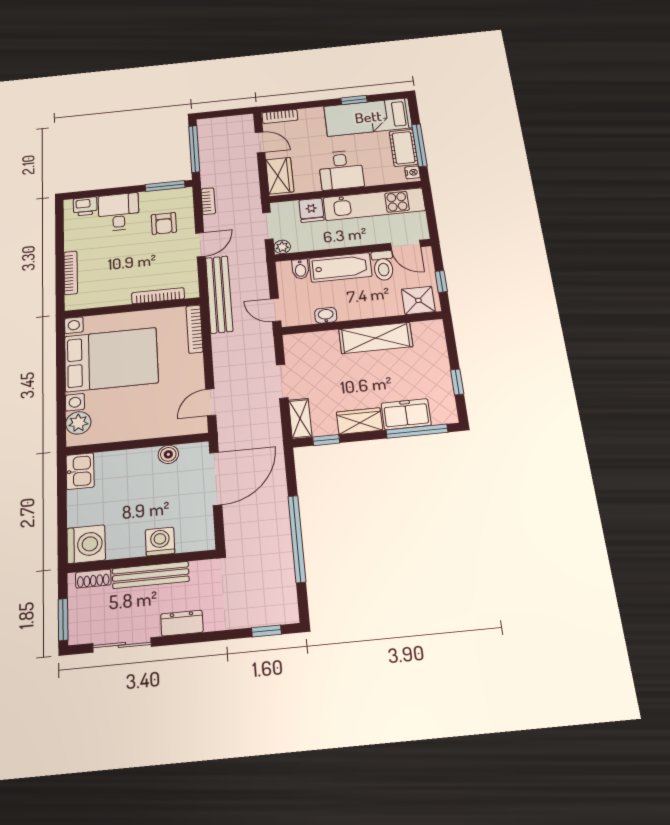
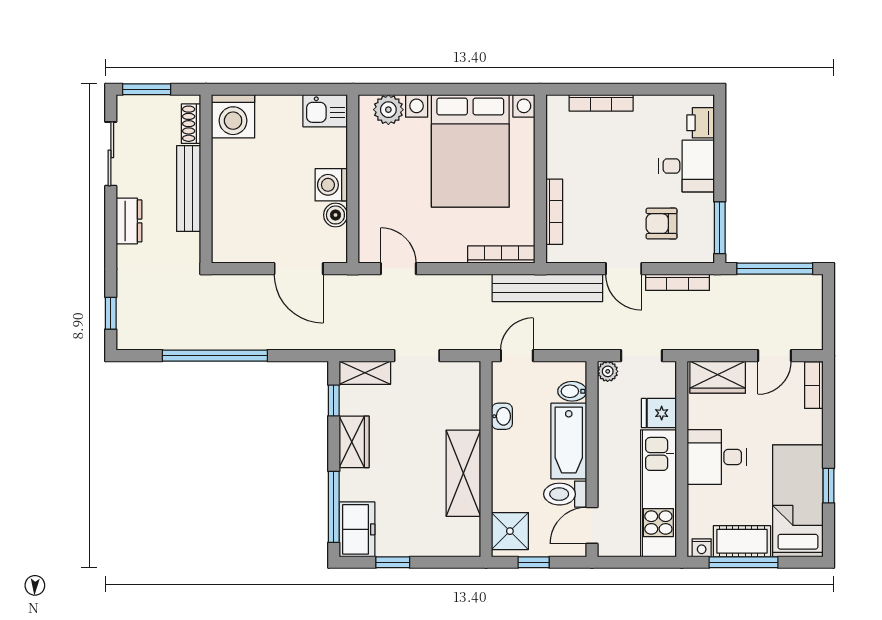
bookcase: (208, 201) -> (678, 282), width x1.56
freezer: (406, 414) -> (357, 529), moved
door: (216, 479) -> (299, 269), width x0.73
washing machine: (160, 542) -> (331, 185), moved, turned 180

